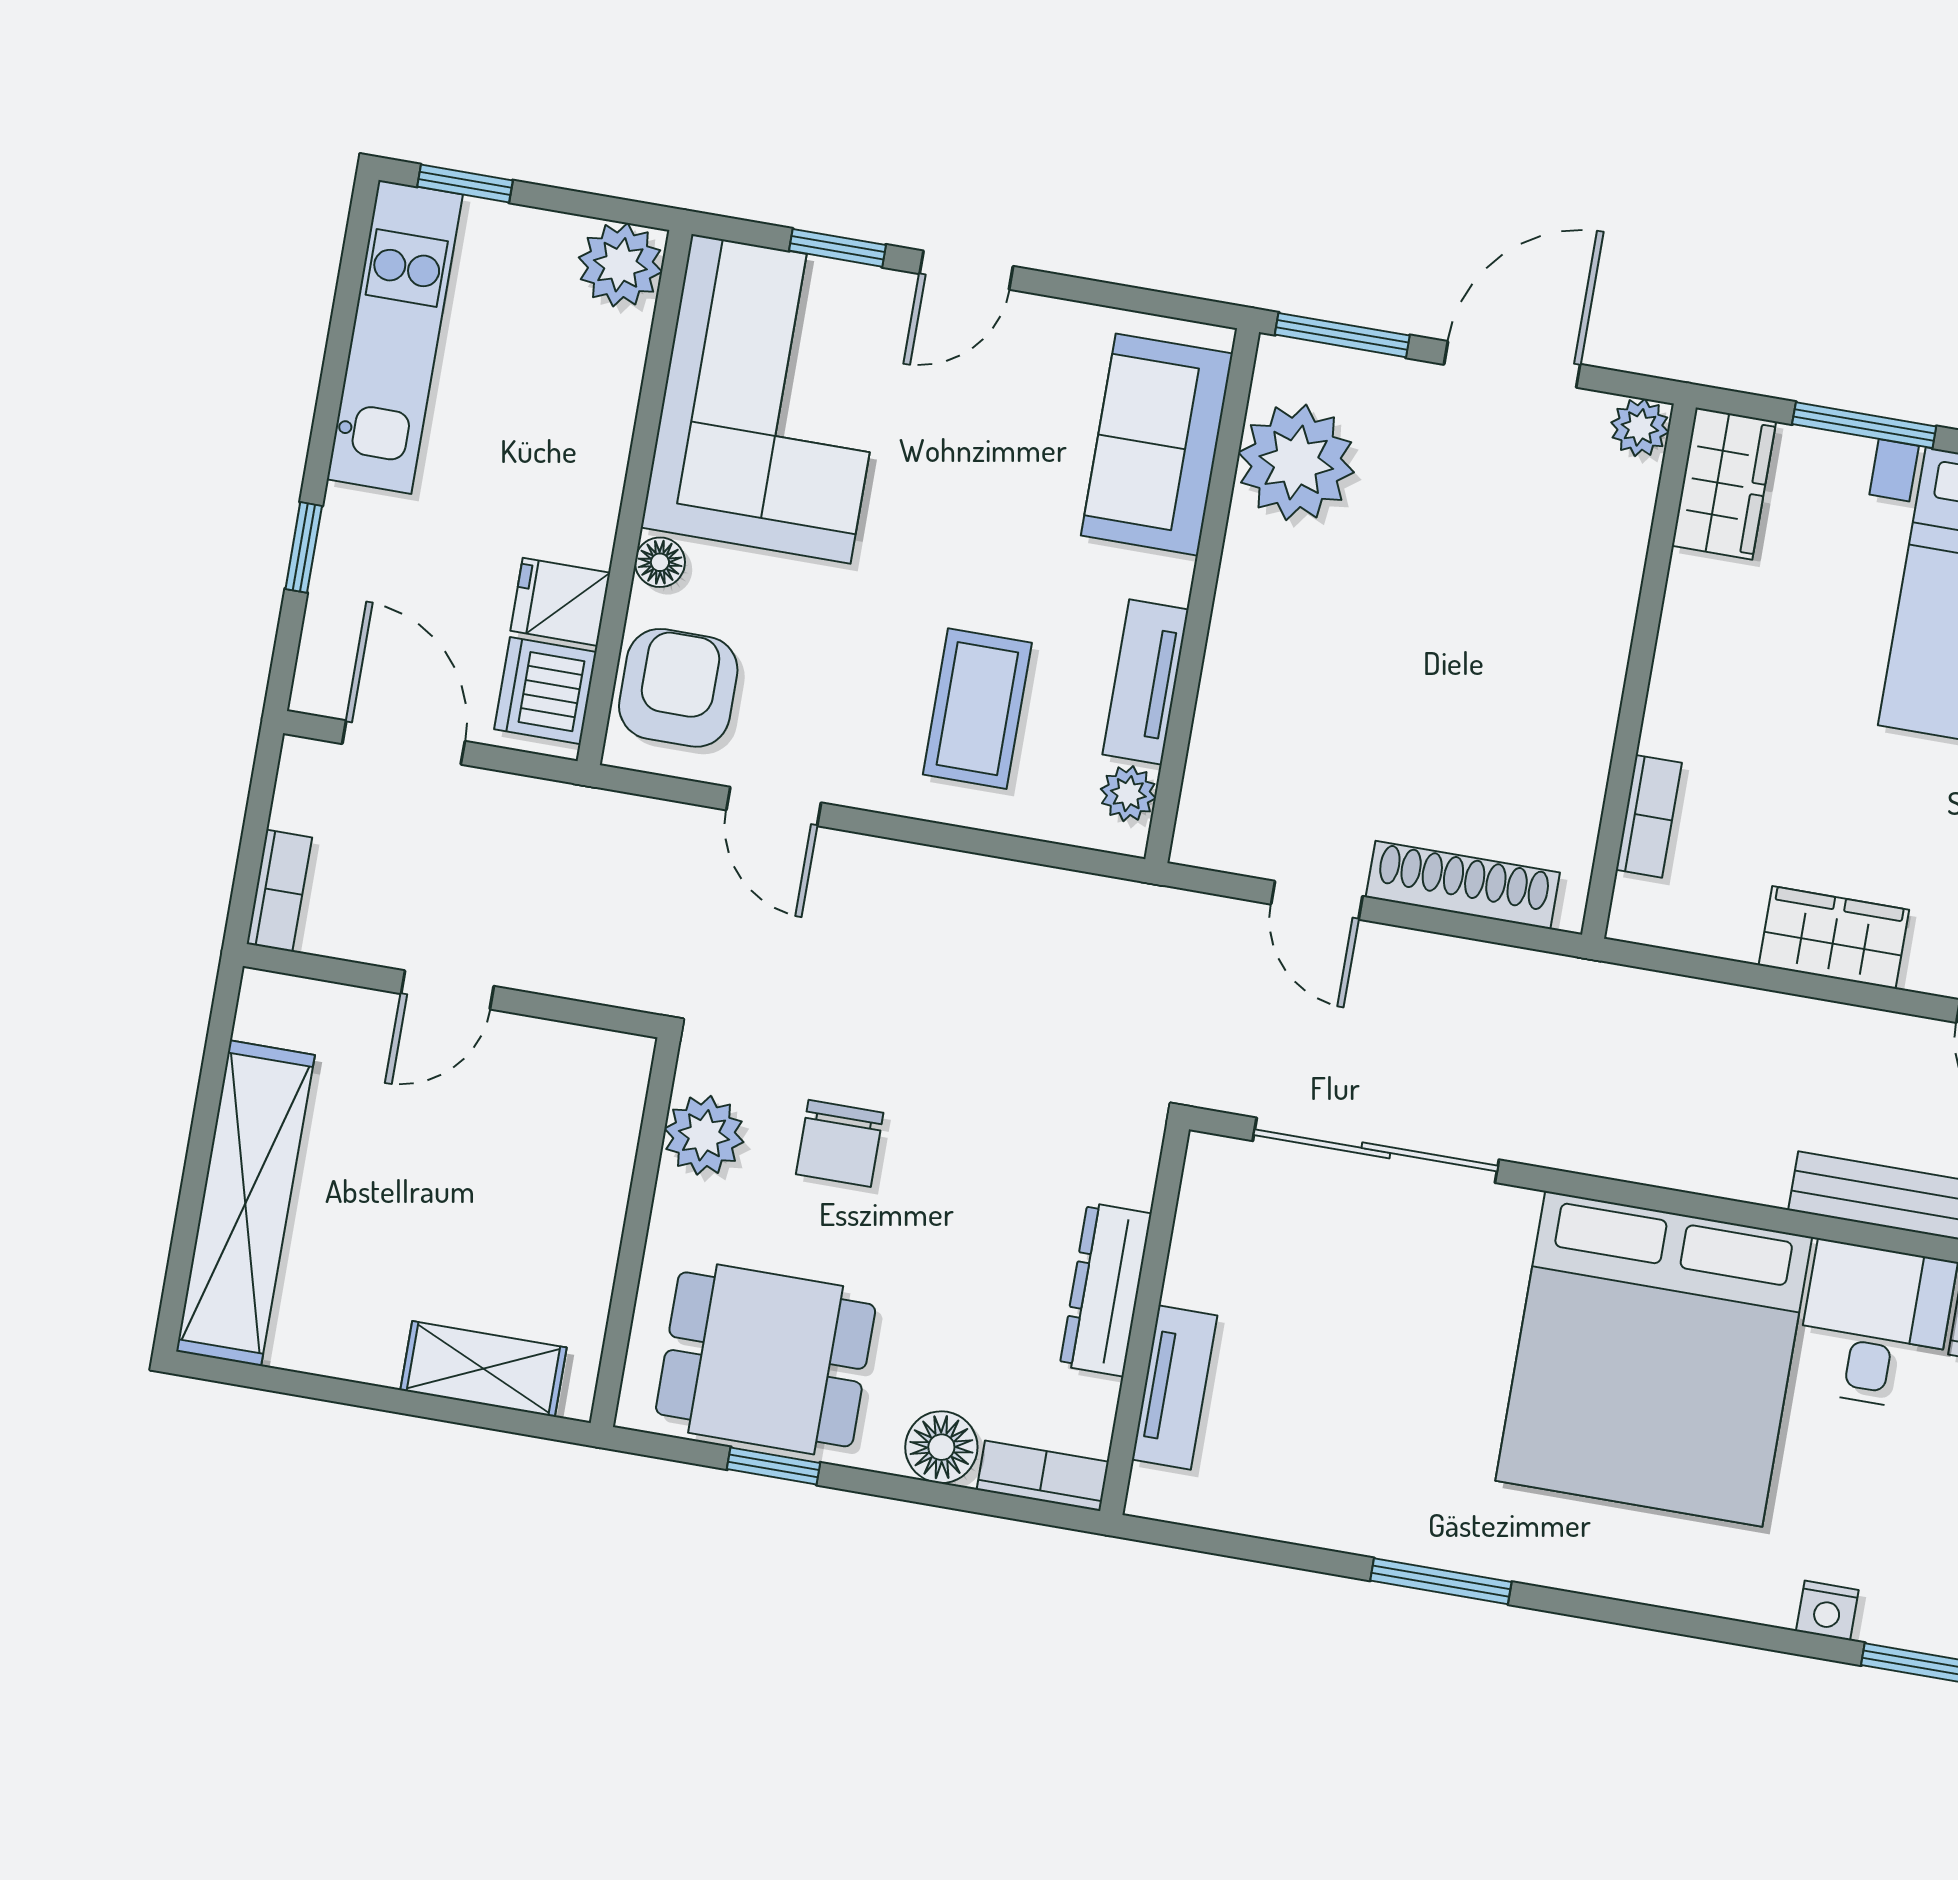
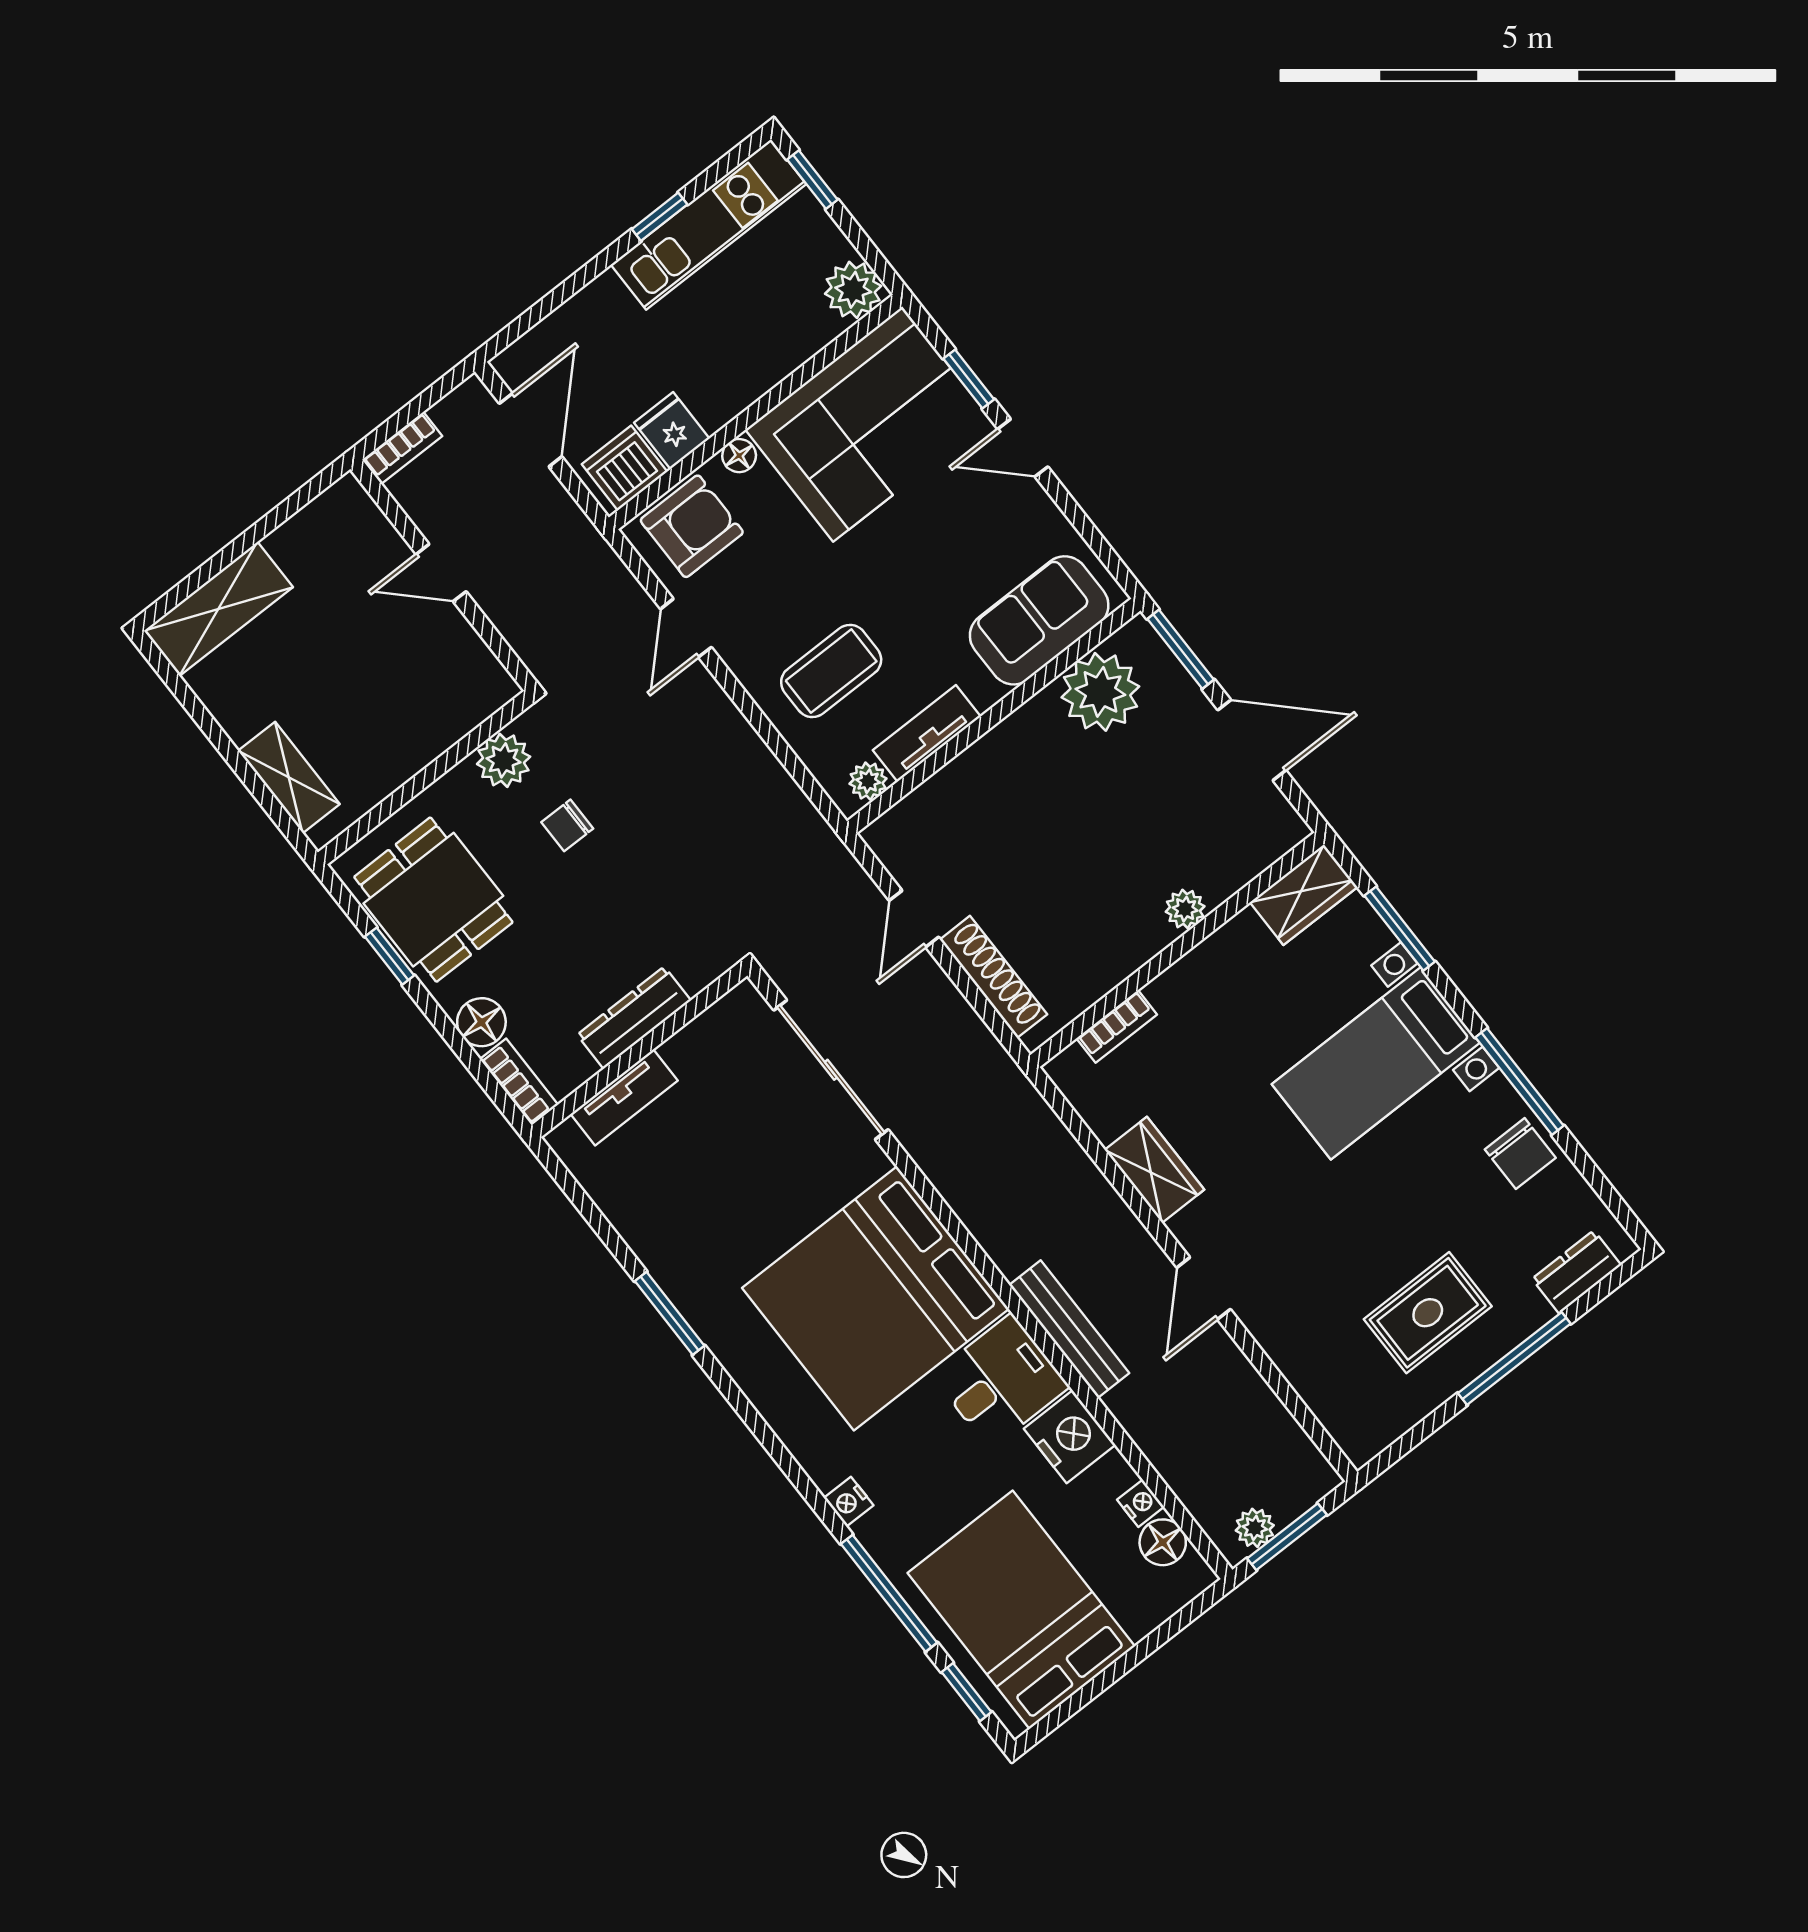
plant: (1640, 427) -> (1185, 909), moved
window: (304, 547) -> (660, 217), moved
chair: (840, 1143) -> (567, 825), width x0.73, depth x0.73
shelving: (245, 1203) -> (218, 609), width x0.68

